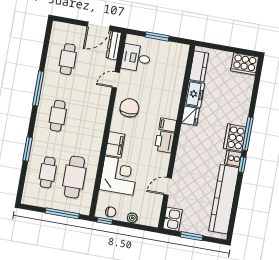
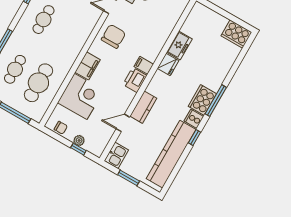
kitchen counter: (199, 66) -> (143, 107), moved
window: (242, 165) -> (195, 138), moved
window: (105, 221) -> (78, 149), moved

